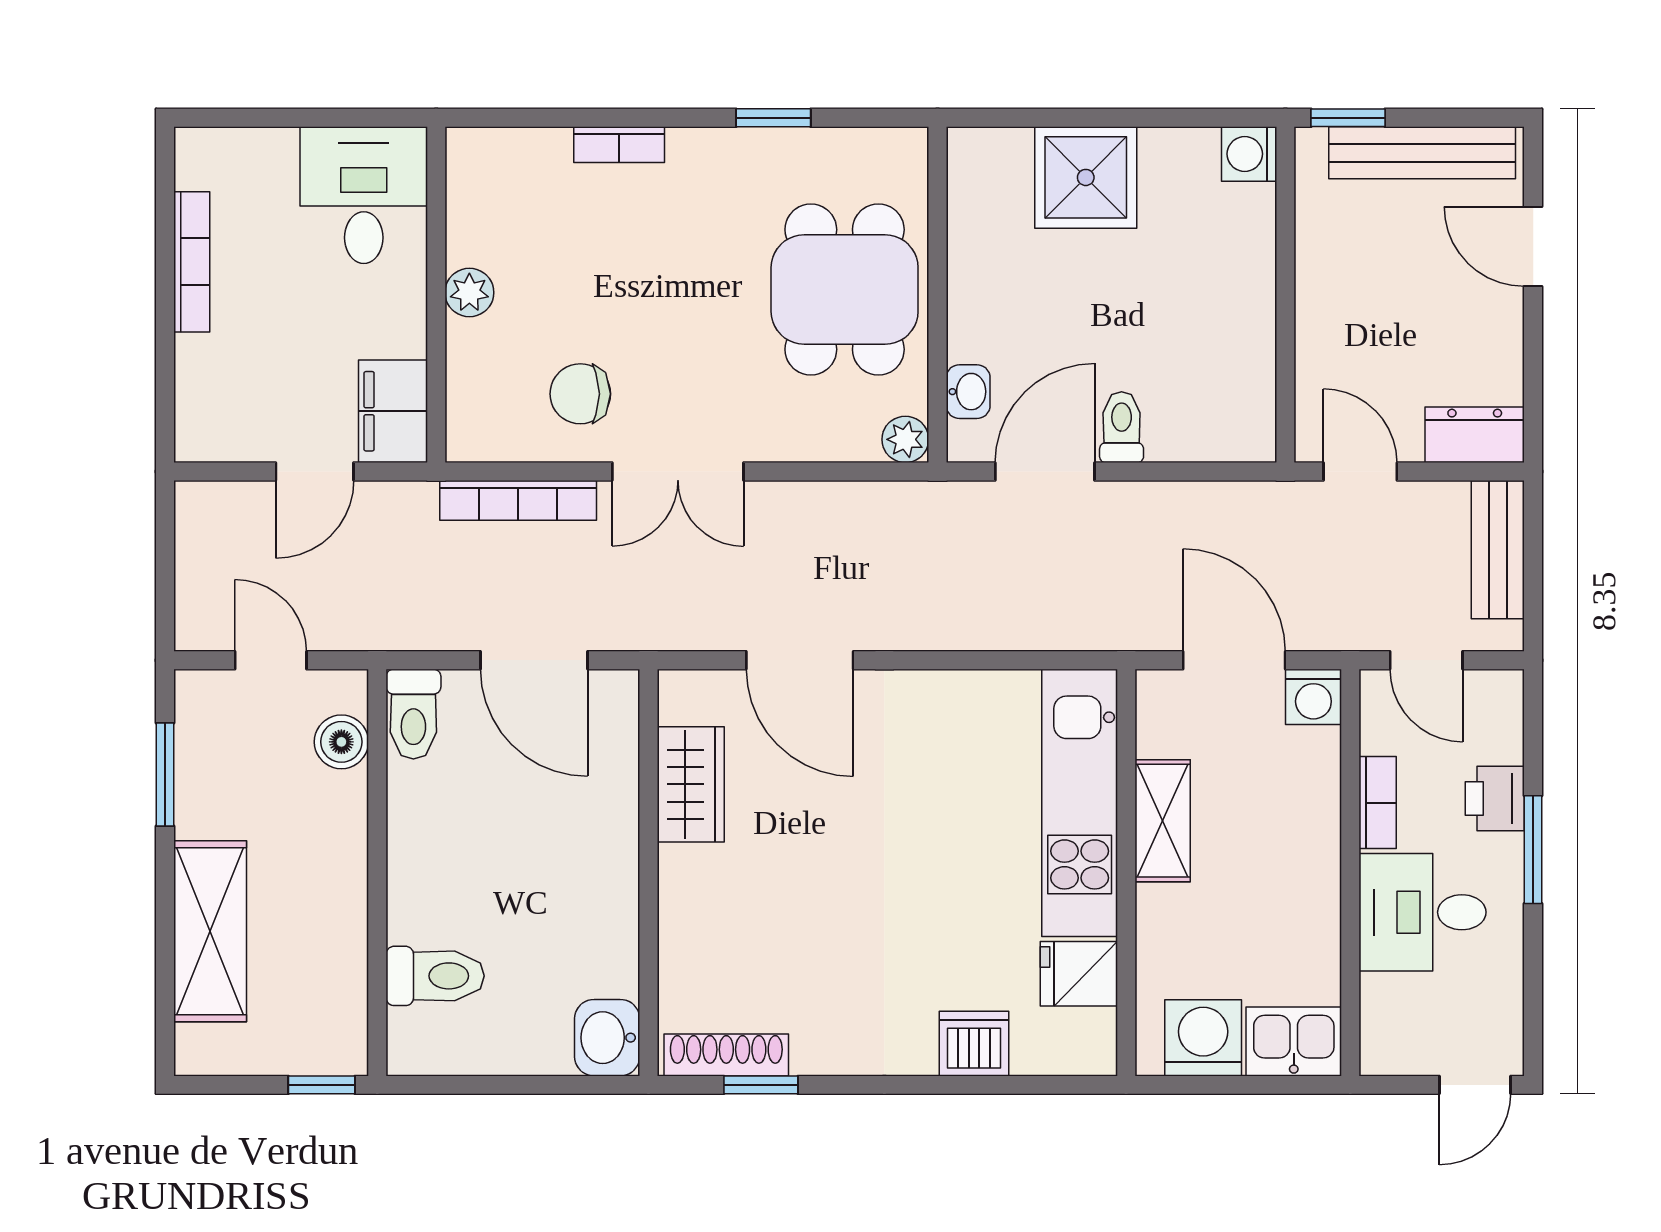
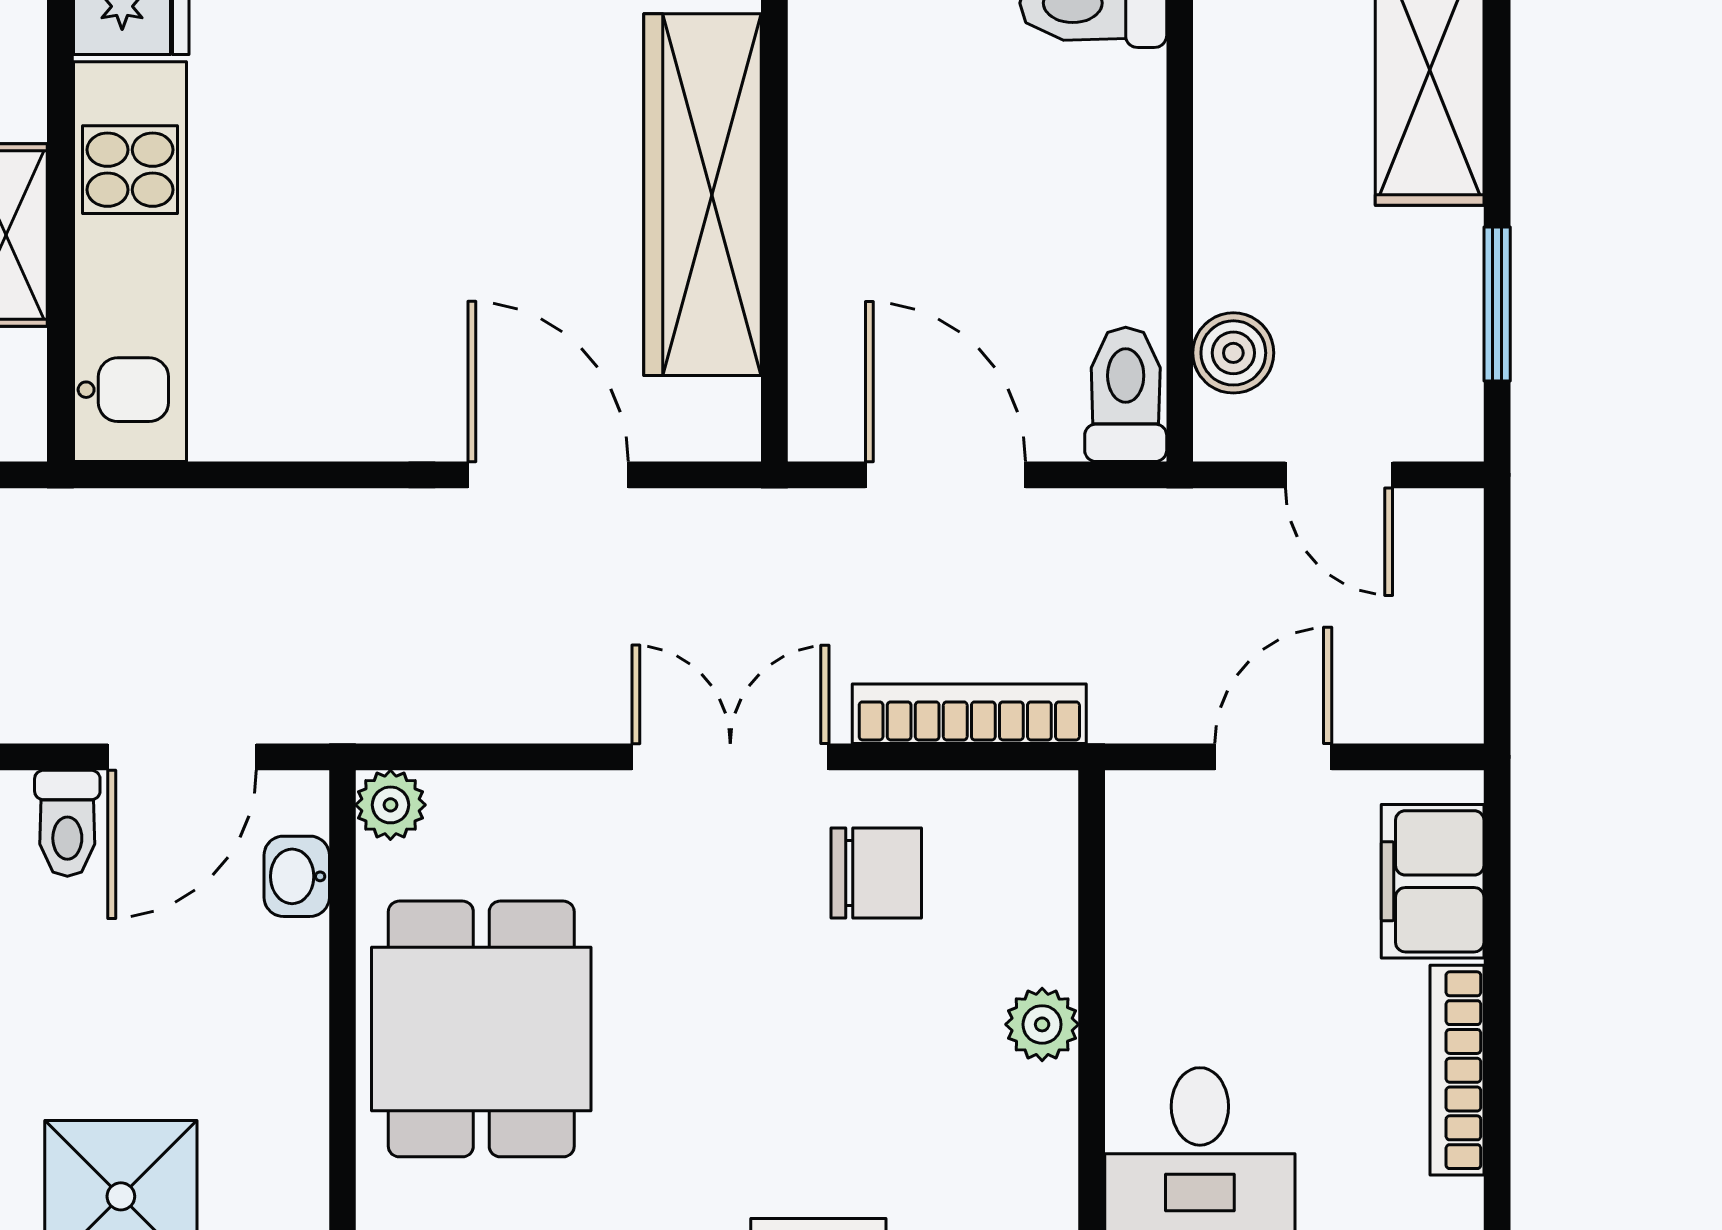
filing cabinet: (393, 411) -> (1433, 881), moved, turned 180
wardrobe: (691, 784) -> (703, 195), width x2.10, depth x1.17

